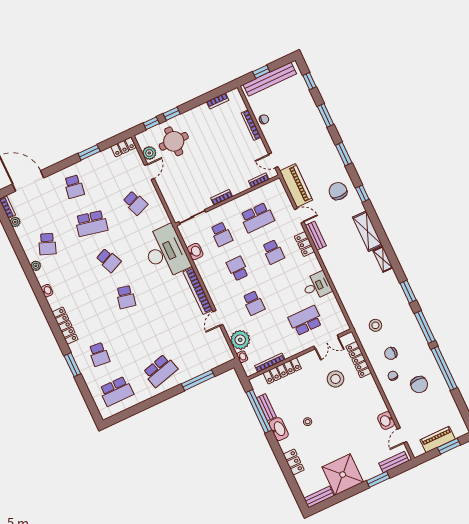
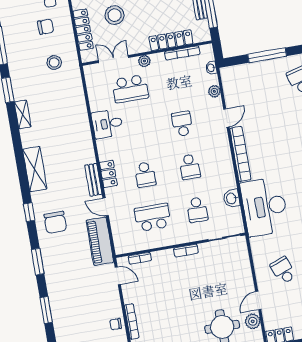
school desk: (221, 234) -> (197, 210), turned 180
school desk: (273, 252) -> (145, 175), turned 180
shelving: (383, 259) -> (23, 114), moved
plant: (240, 340) -> (214, 91), width x0.53, depth x0.53
plant: (300, 347) -> (144, 61), added

